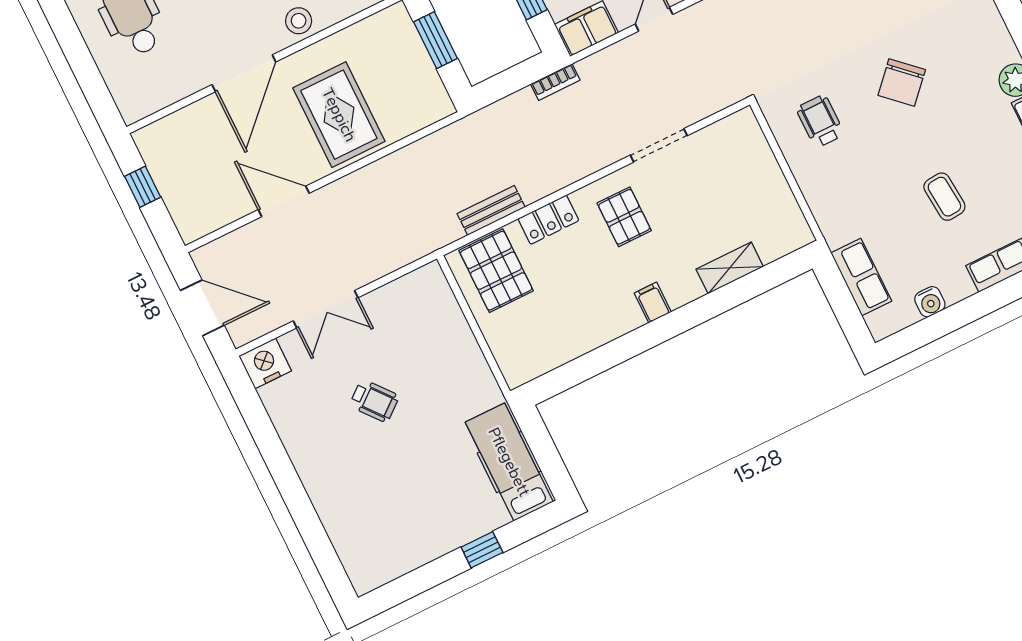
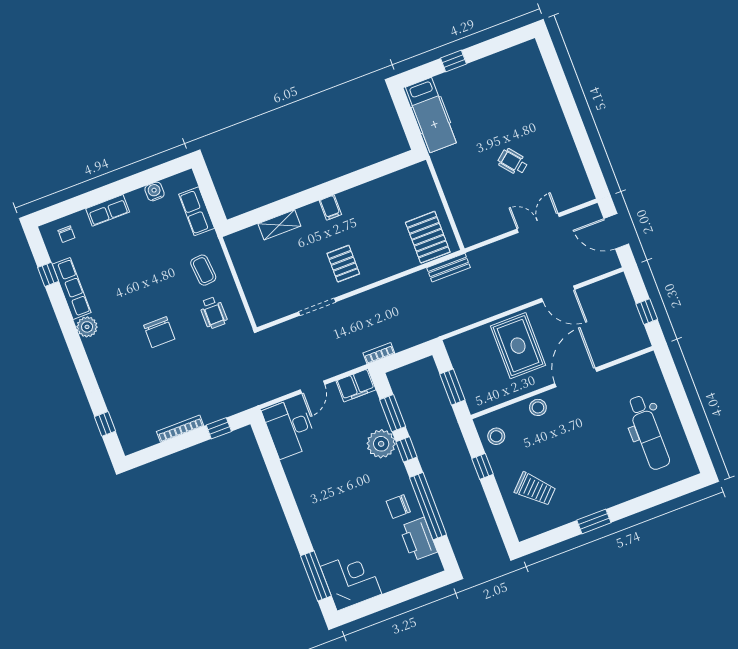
chair: (902, 82) -> (159, 332), turned 137
coffee table: (944, 197) -> (203, 270), moved
bench: (491, 210) -> (449, 268), moved
locker: (548, 220) -> (391, 266), removed
nightstand: (265, 363) -> (580, 192), removed

